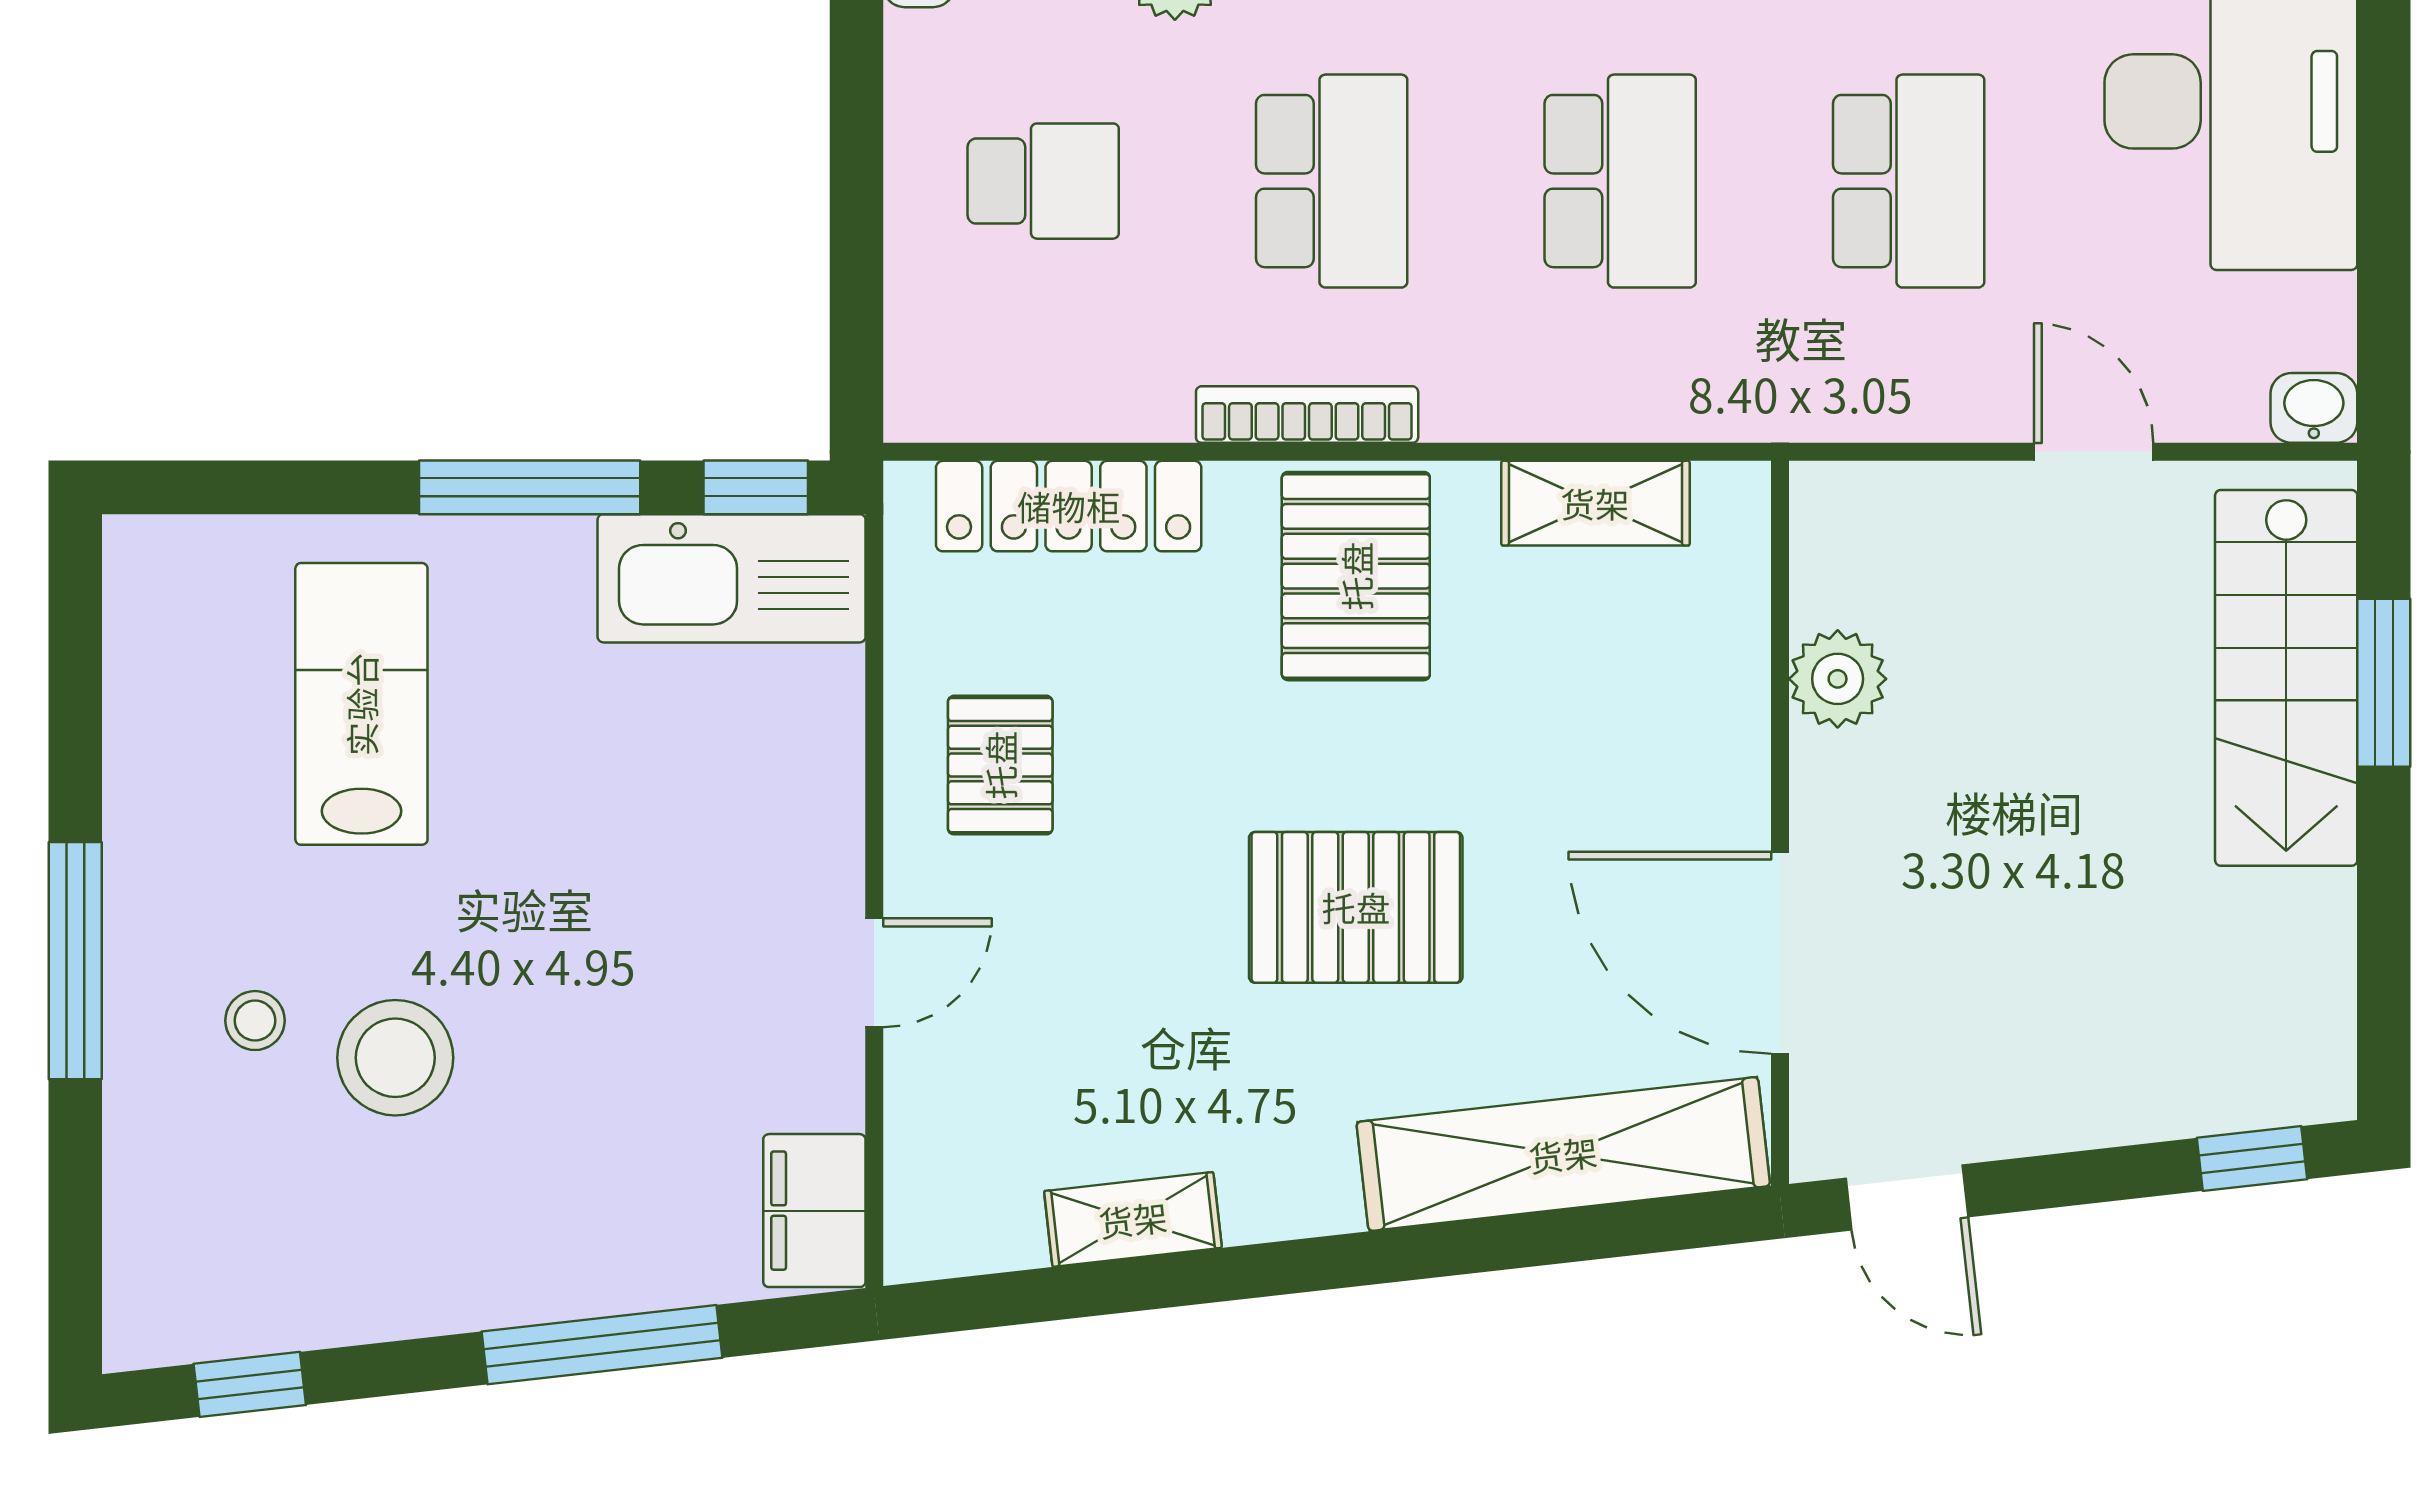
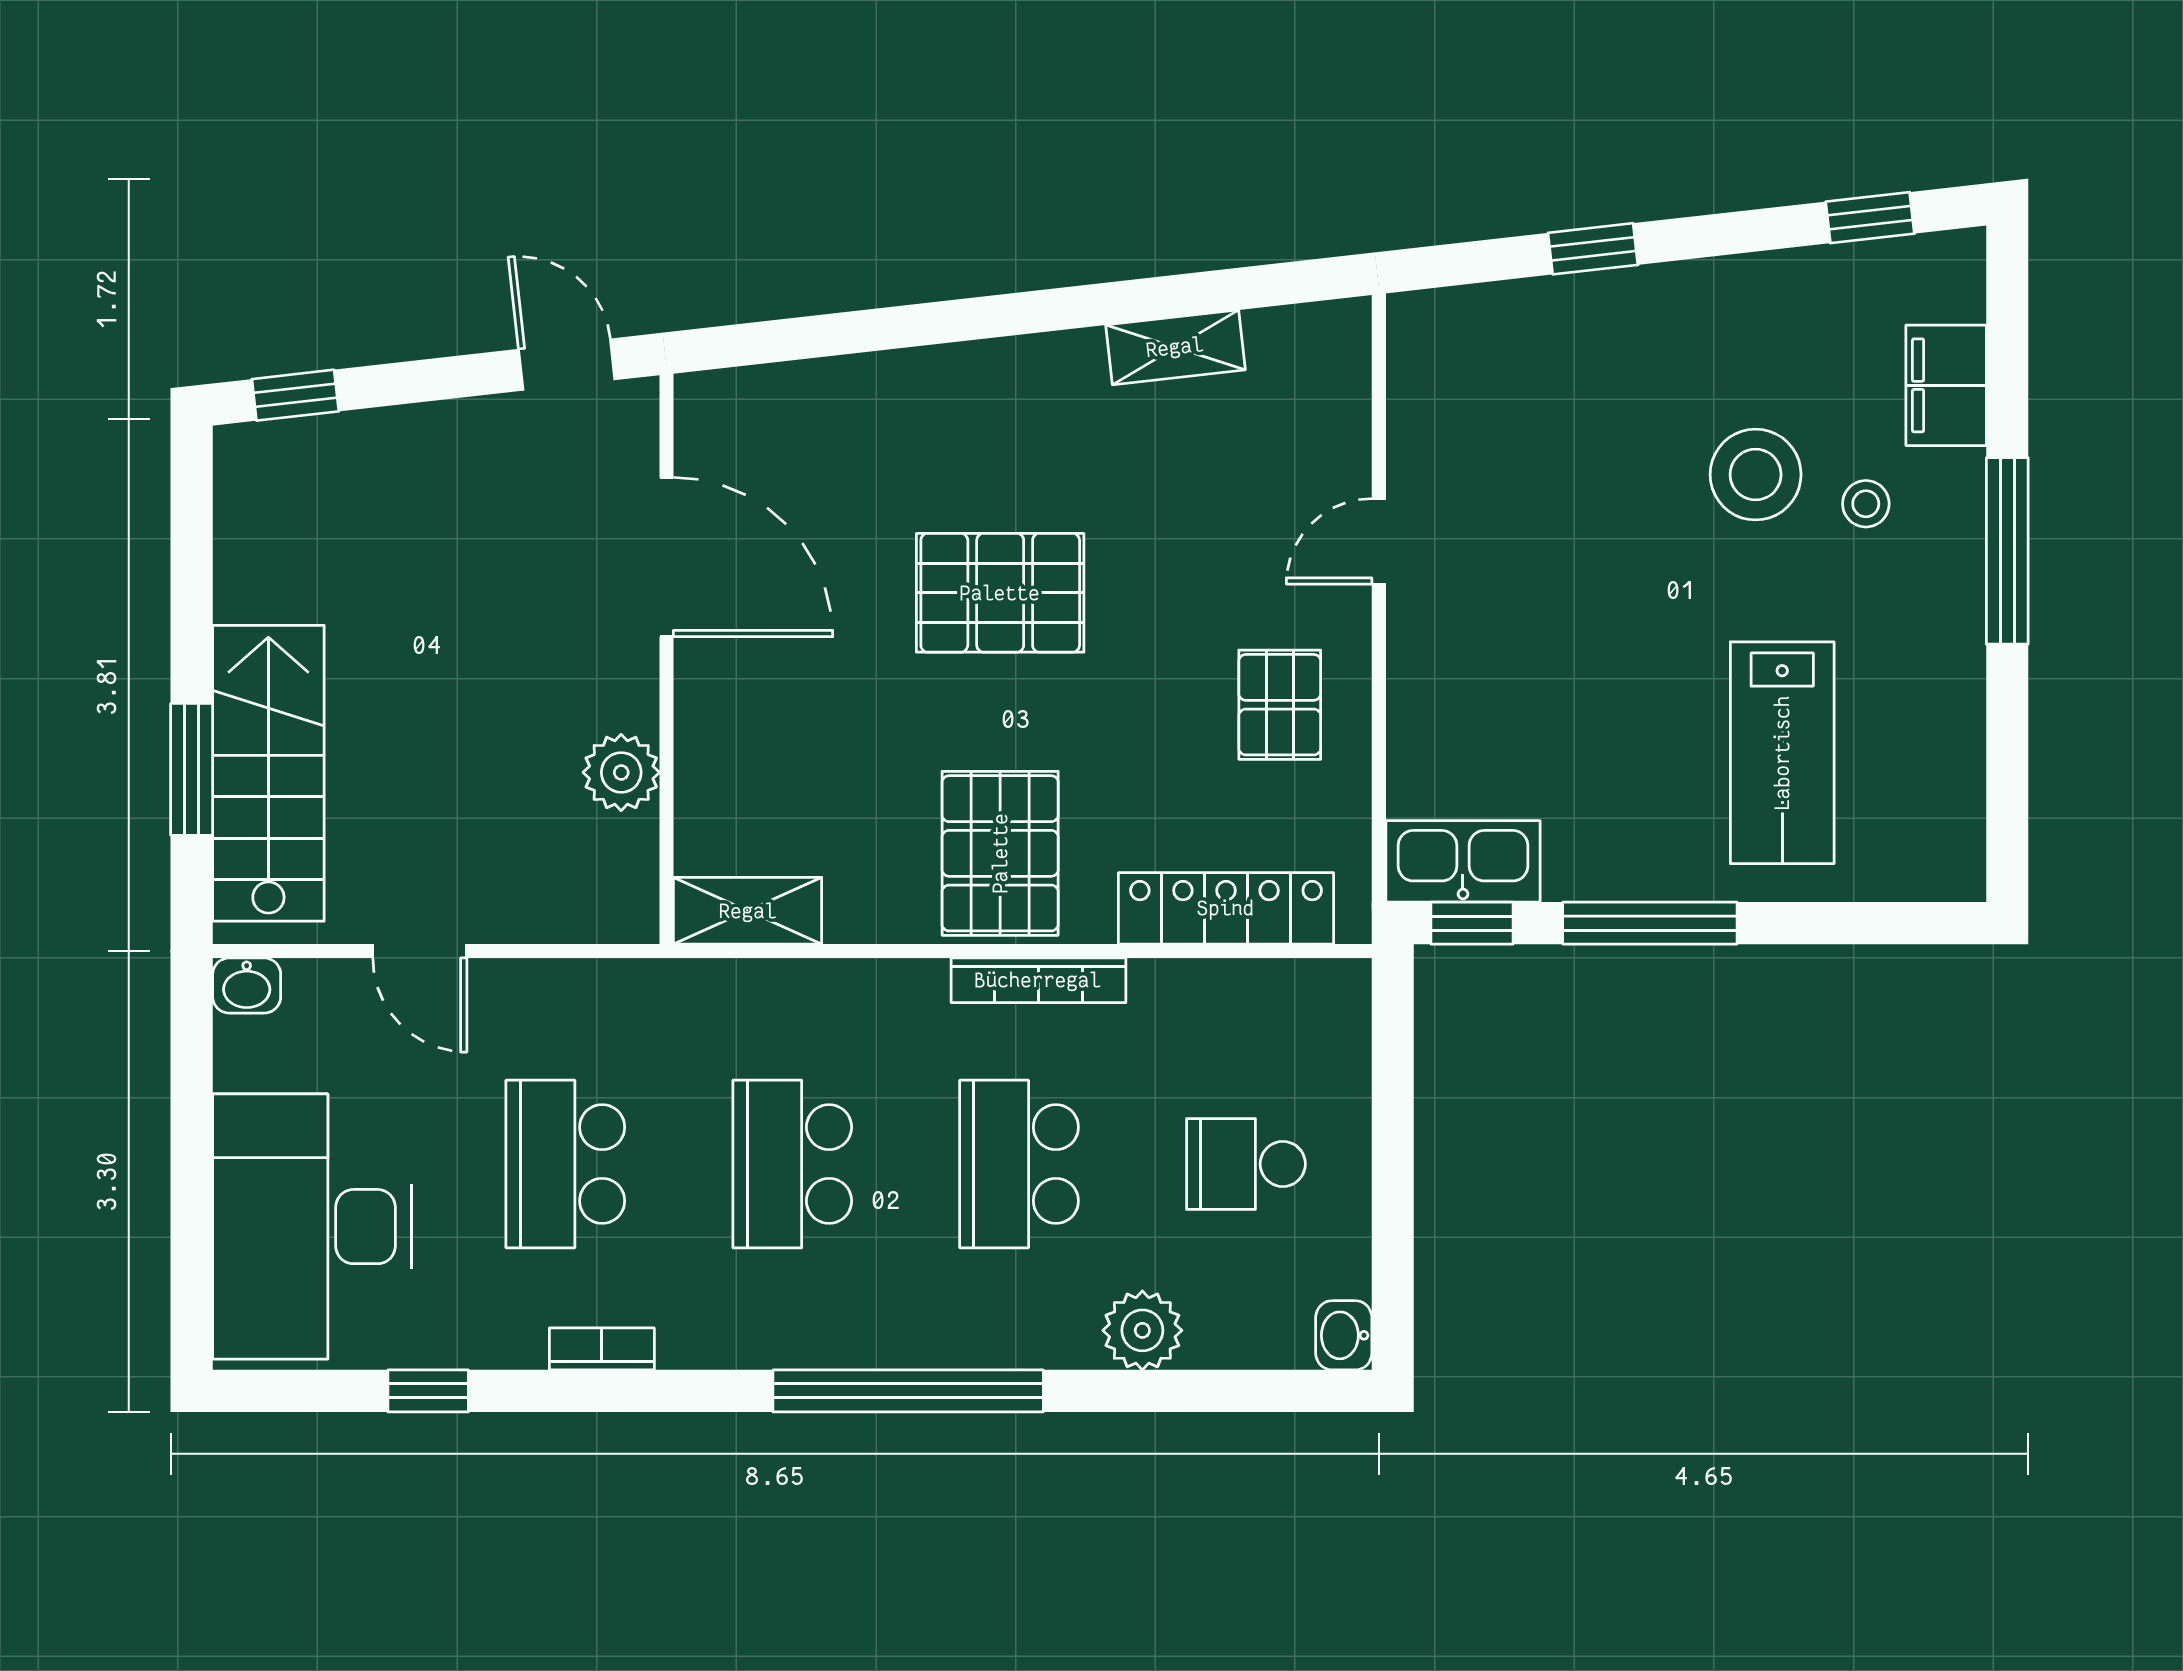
shelving: (1595, 503) -> (748, 911), moved
kitchen sink: (732, 578) -> (1463, 861), width x0.73, depth x0.81
shelving: (1563, 1154) -> (837, 399), removed
filing cabinet: (814, 1211) -> (1946, 385), moved, turned 180
window: (602, 1345) -> (1593, 249), width x0.46

